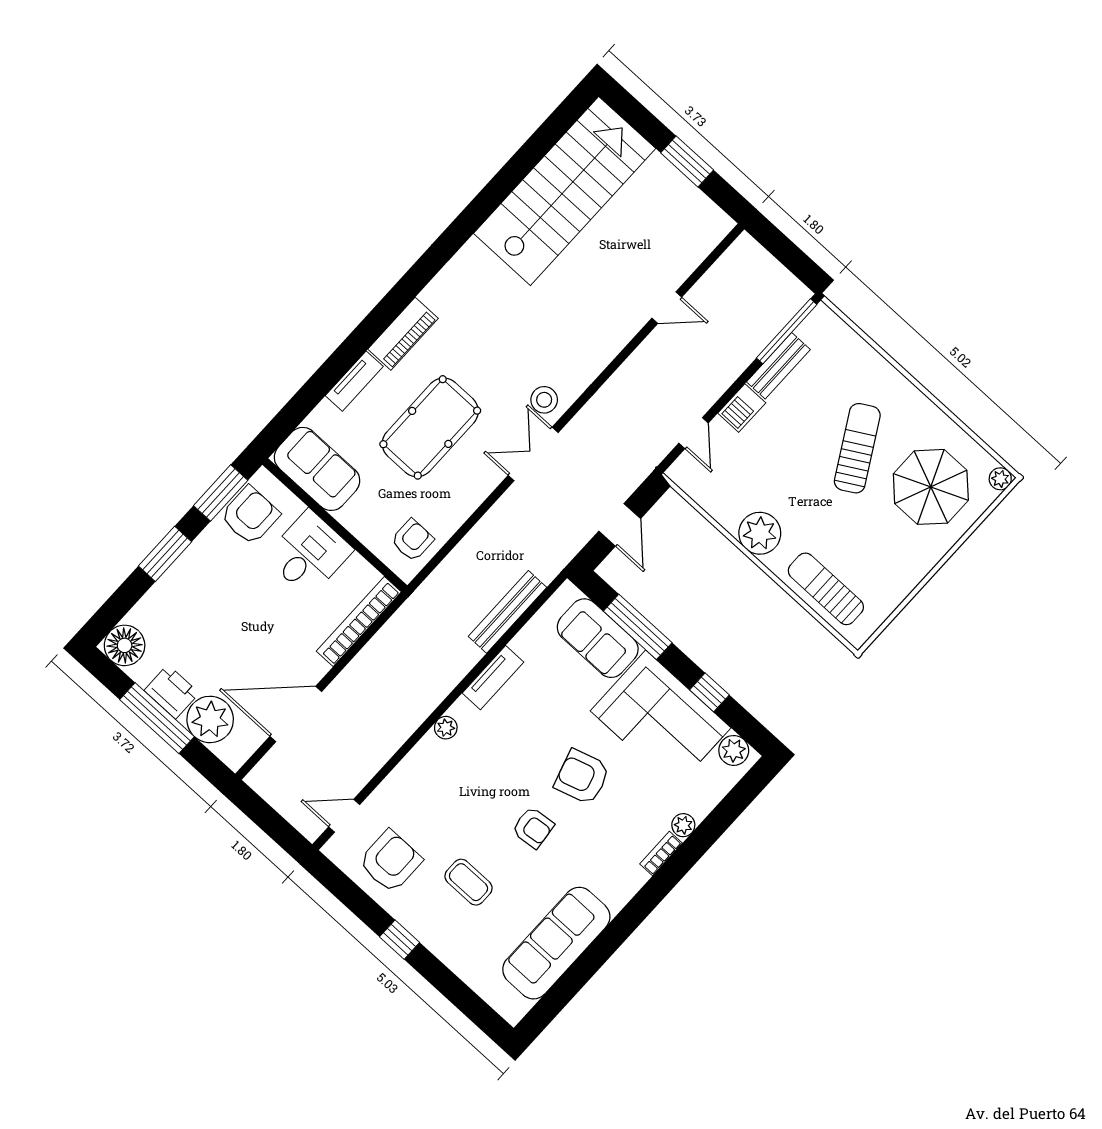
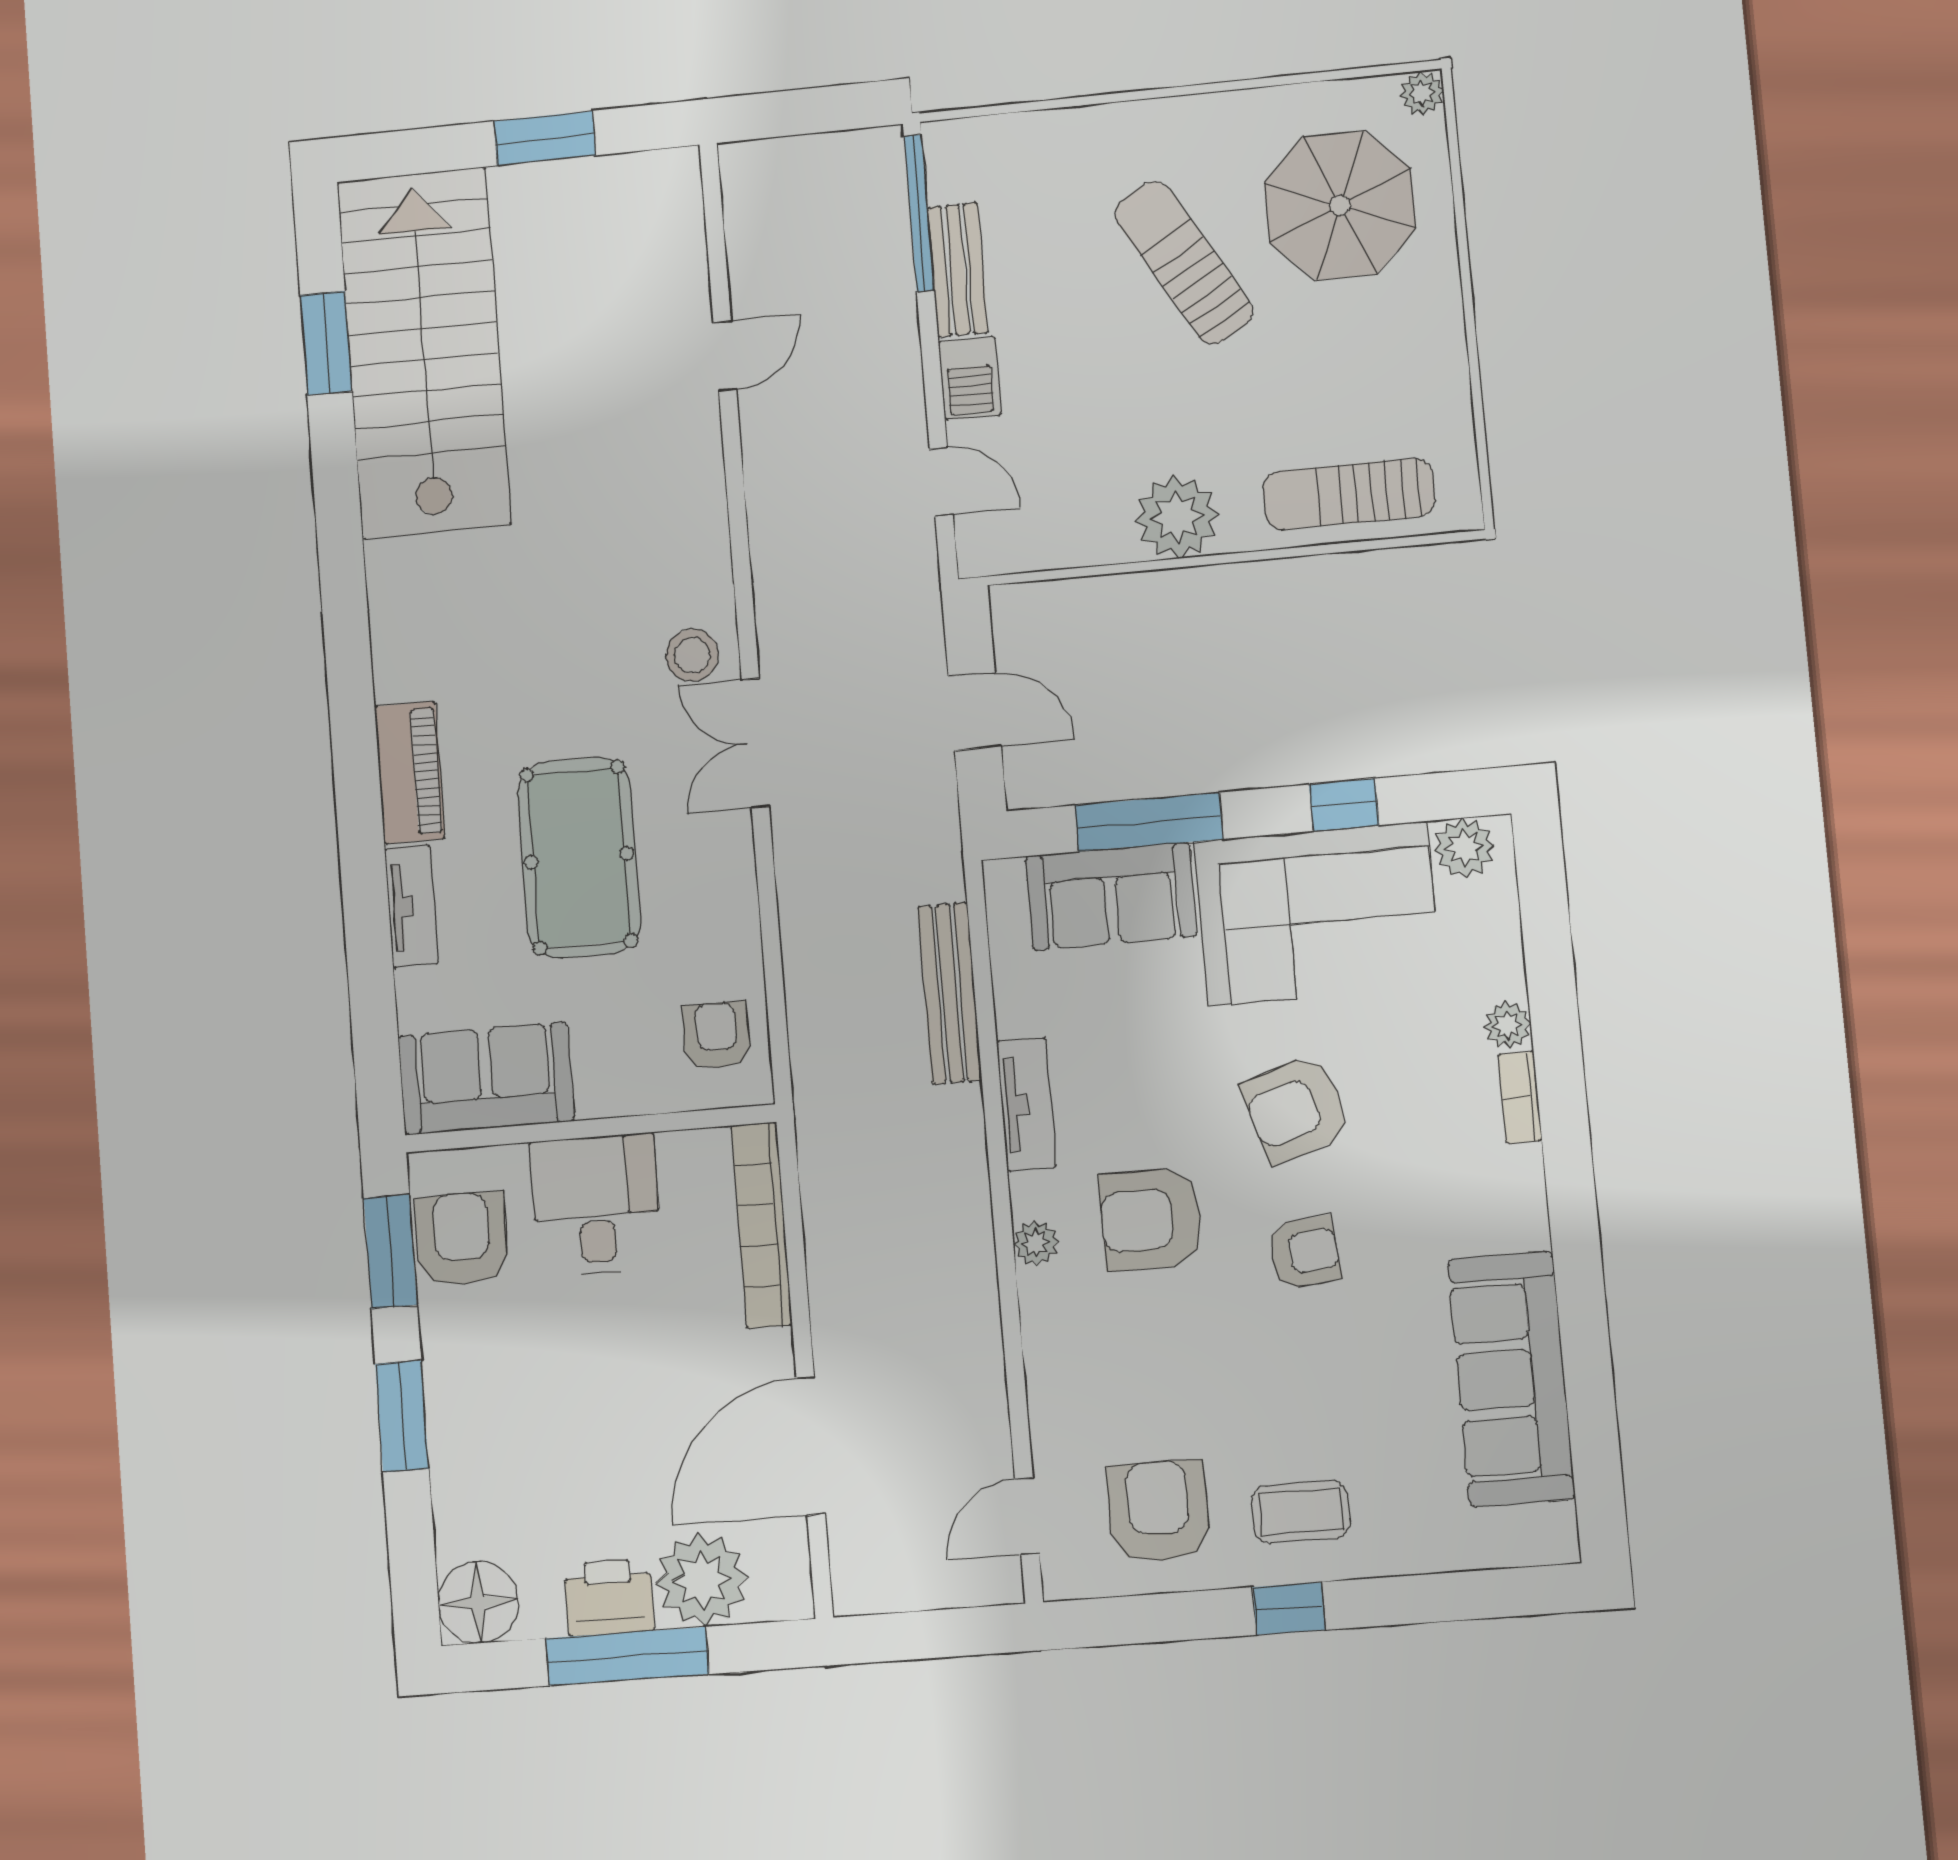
window: (534, 150) -> (326, 343), added
armchair: (493, 761) -> (1151, 1219), added
coffee table: (469, 882) -> (1300, 1512), moved

